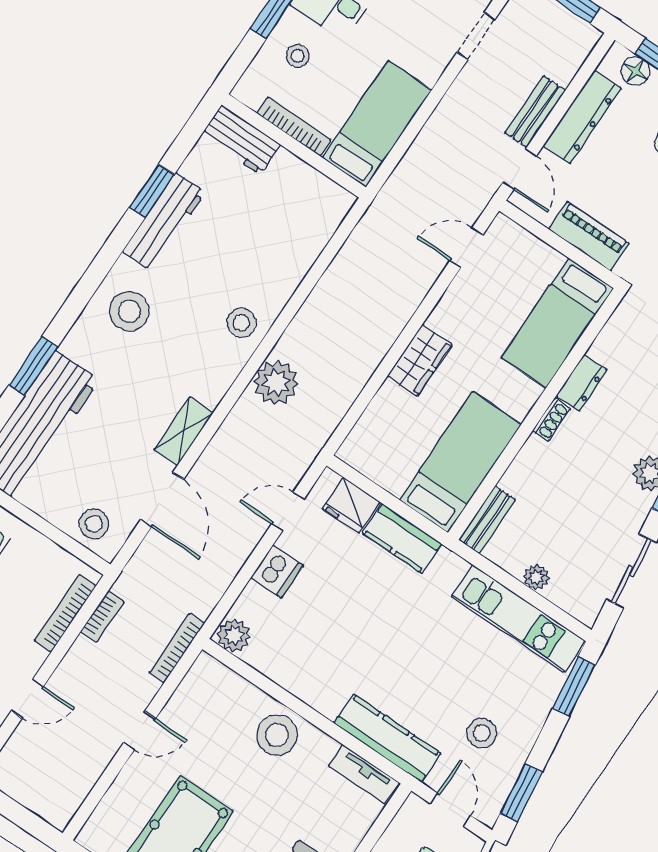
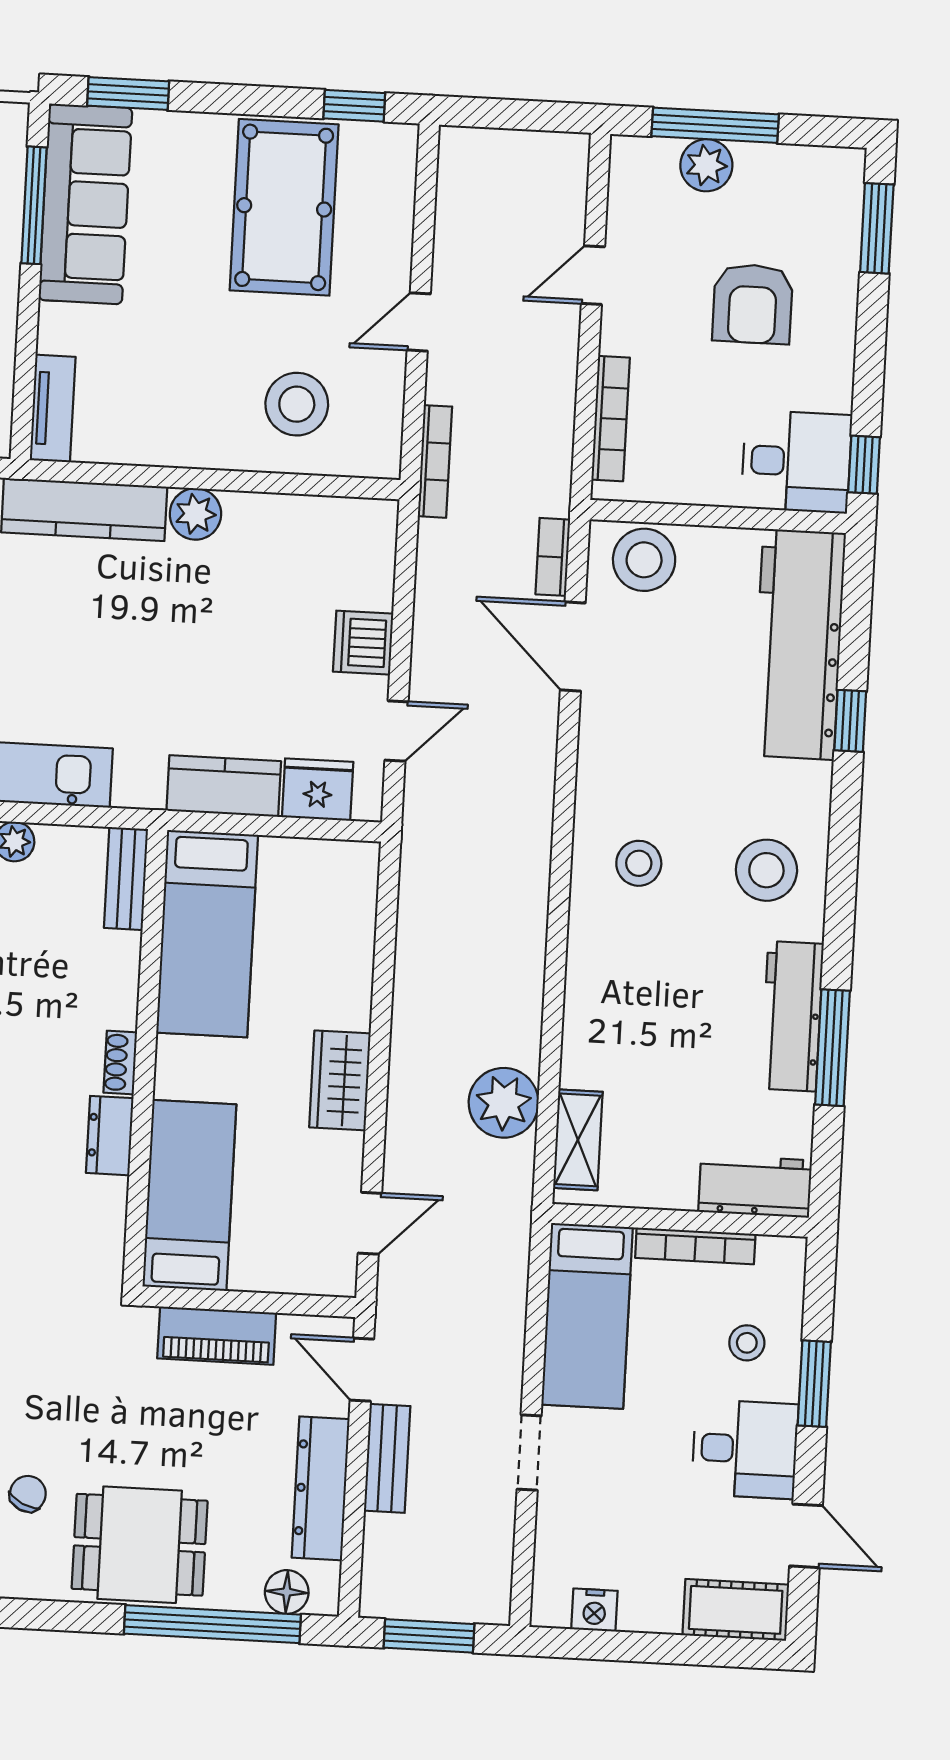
doorway: (476, 36) -> (529, 1453), moved
window: (152, 191) -> (832, 1048), width x1.44
stool: (241, 323) -> (639, 863), moved
wardrobe: (420, 360) -> (340, 1080), moved
window: (33, 366) -> (850, 721), width x0.67
plant: (276, 383) -> (504, 1103), moved
shelving: (184, 431) -> (578, 1140), moved
stool: (94, 524) -> (644, 560), width x1.38, depth x1.38
bookcase: (102, 617) -> (553, 557), moved
plant: (234, 635) -> (195, 514), moved
stool: (277, 735) -> (297, 404), moved
tv unit: (364, 774) -> (53, 409), moved, turned 90

